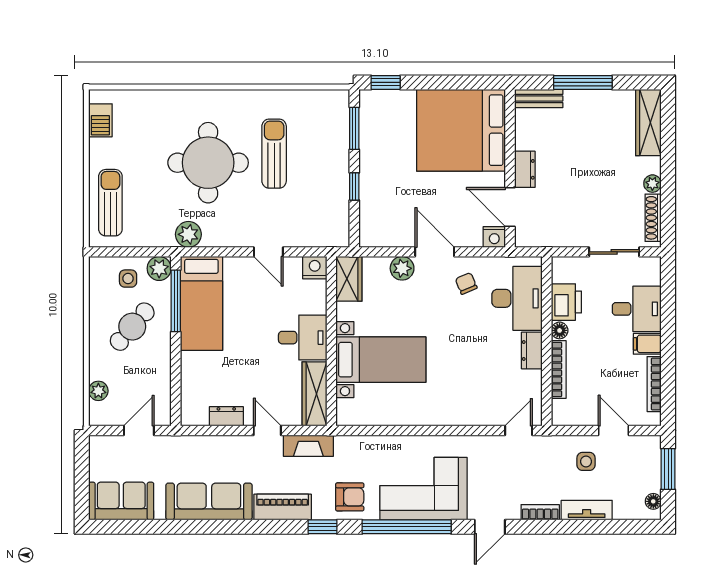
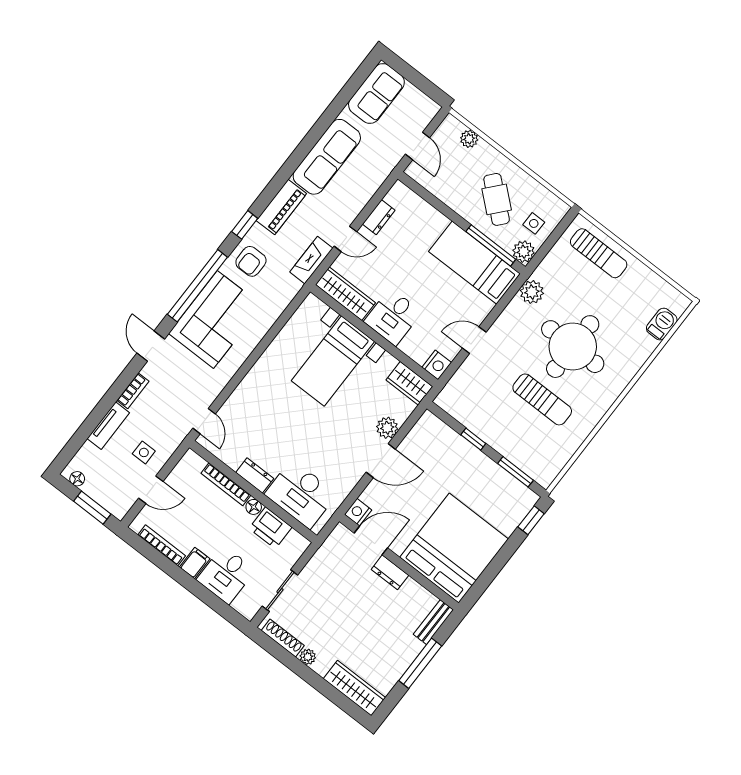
barbecue: (100, 120) -> (662, 324), moved, turned 90
chair: (466, 283) -> (340, 466), removed

